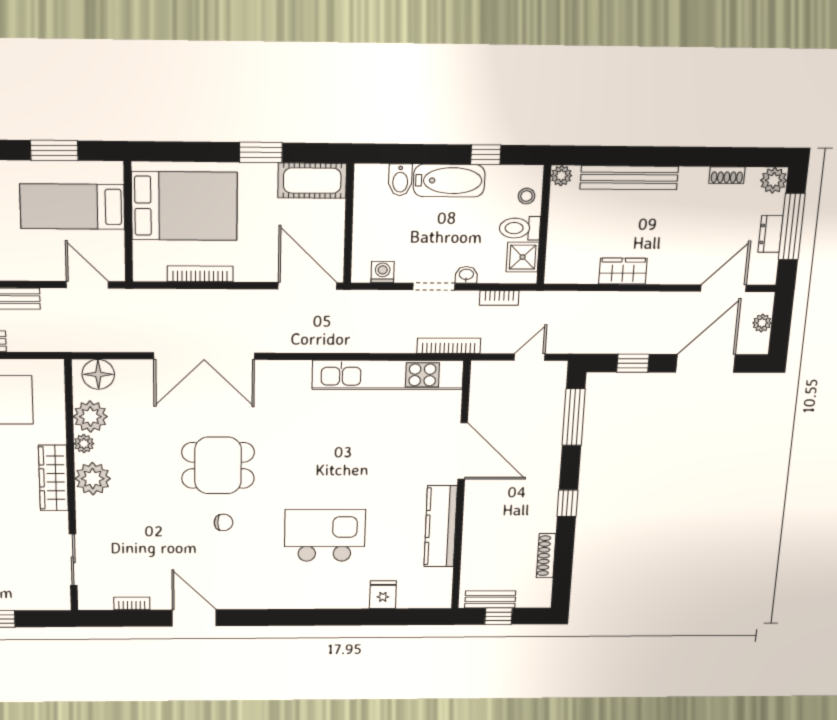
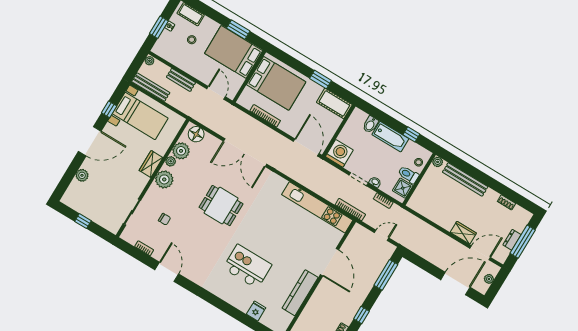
plant: (774, 180) -> (525, 216), removed
bed: (72, 207) -> (234, 52), width x1.50
wardrobe: (623, 271) -> (463, 233), moved
washing machine: (383, 272) -> (339, 153), width x1.89, depth x1.89
window: (633, 363) -> (424, 265), removed
wardrobe: (53, 478) -> (151, 164), width x0.67
chair: (223, 522) -> (165, 219), moved

